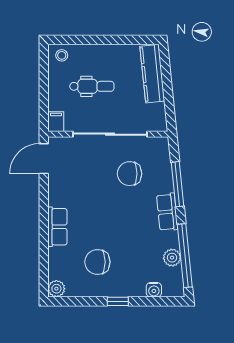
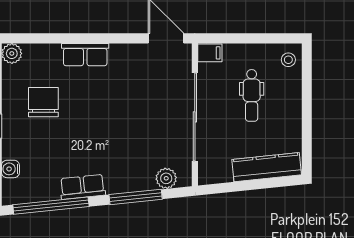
chair: (130, 174) -> (148, 140), removed
row of seats: (167, 212) -> (83, 187), moved
plant: (172, 258) -> (166, 178), moved

